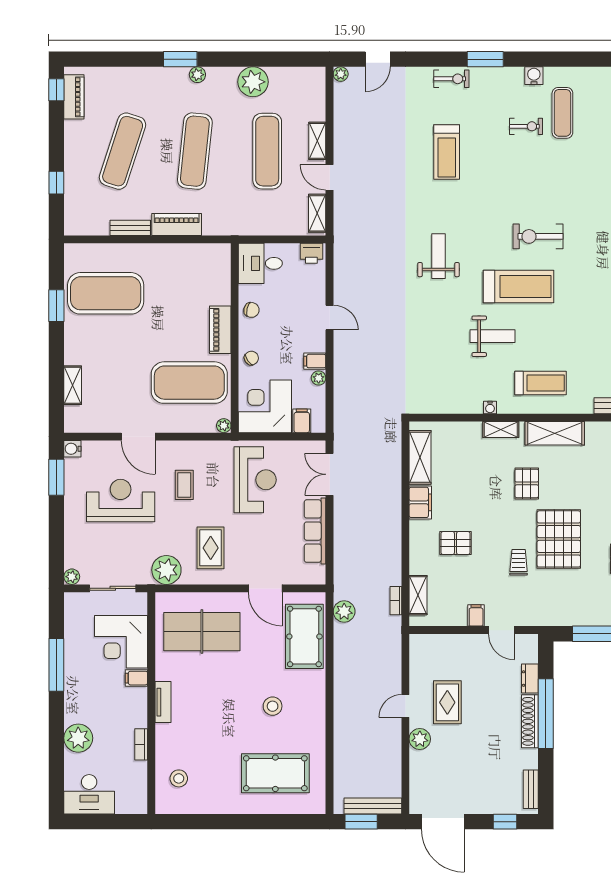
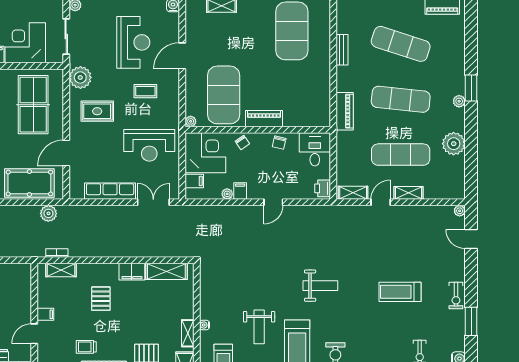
piano: (177, 224) -> (345, 111), moved
trolley: (519, 562) -> (86, 347), turned 180

